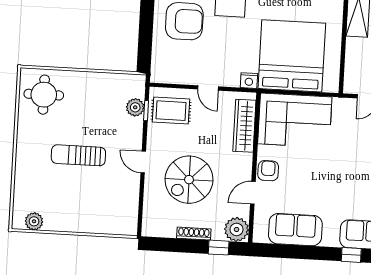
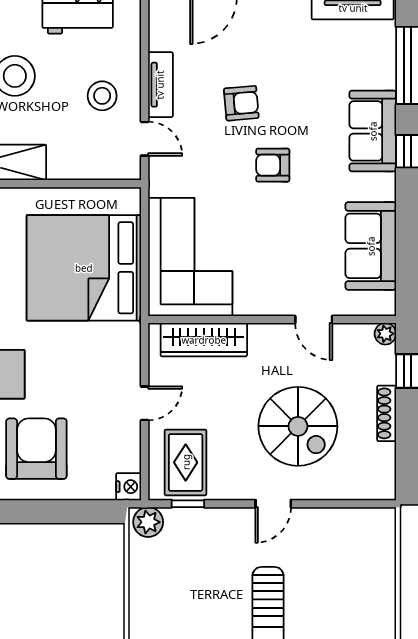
nightstand: (249, 81) -> (129, 487), moved
plant: (135, 107) -> (148, 522), moved
armchair: (268, 171) -> (273, 165), moved
plant: (237, 229) -> (385, 334), width x0.53, depth x0.53

